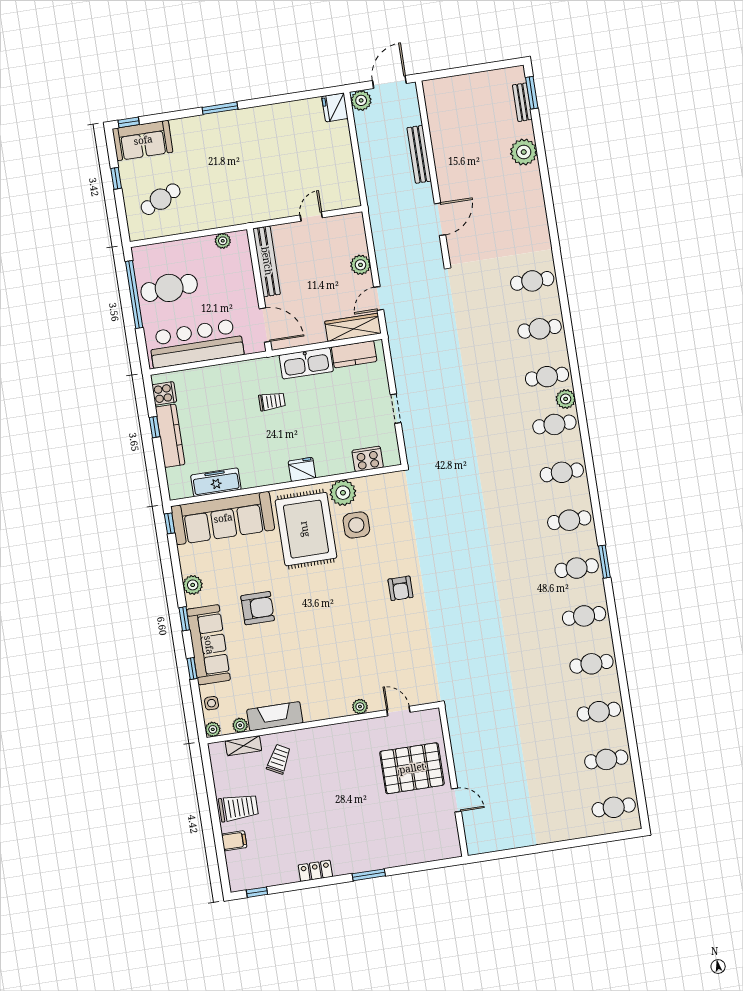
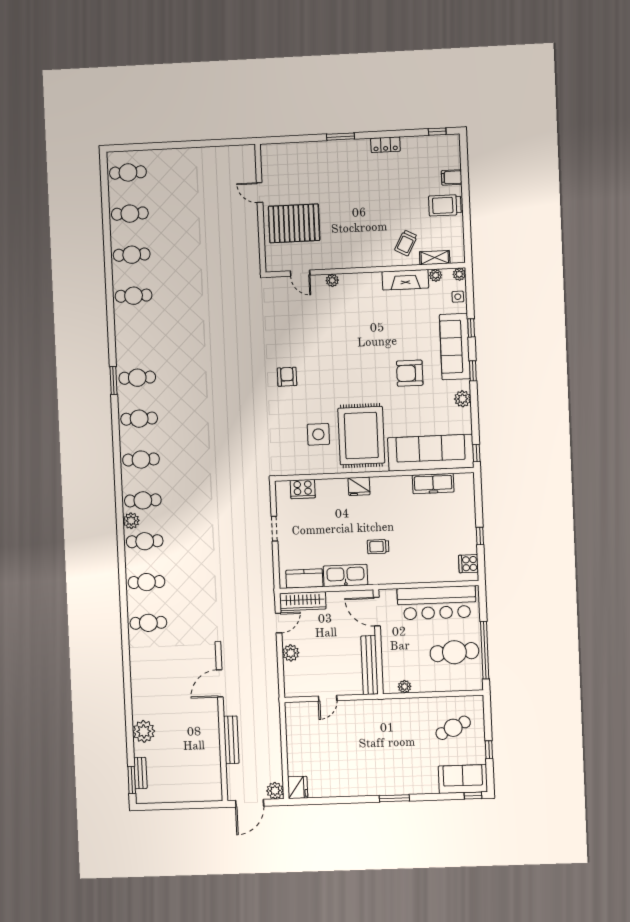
kitchen counter: (170, 436) -> (468, 527), removed
plant: (343, 493) -> (327, 463), removed
cafe table: (584, 616) -> (135, 337), removed

